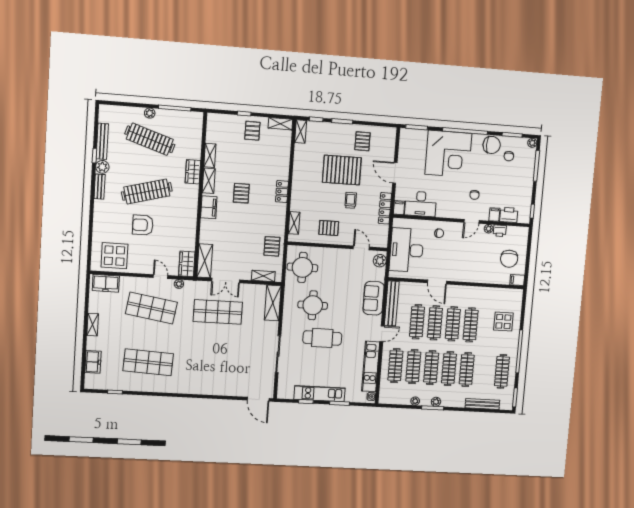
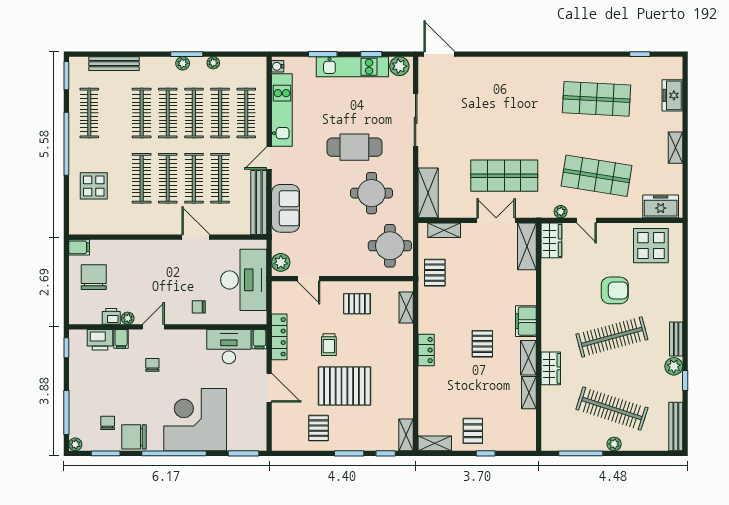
bench: (102, 141) -> (676, 426), moved
plant: (287, 392) -> (399, 66), added

